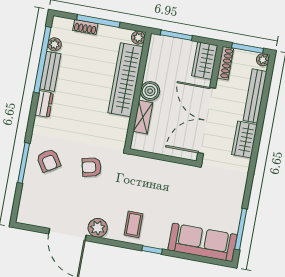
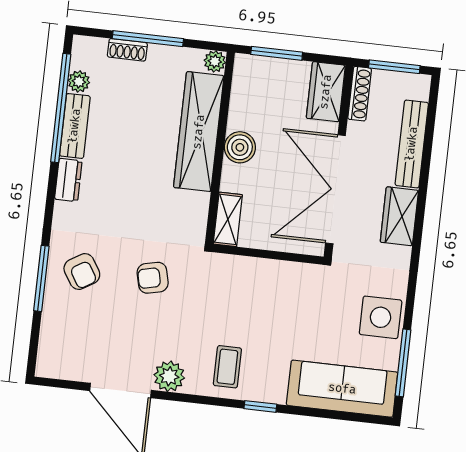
plant: (263, 60) -> (420, 84), removed
shelving: (143, 117) -> (228, 219), moved
side table: (229, 200) -> (381, 317), added

